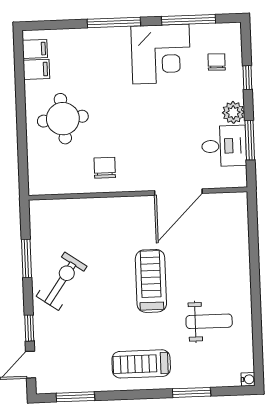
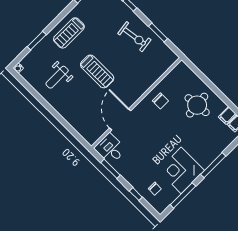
plant: (233, 112) -> (128, 174), removed
desk: (224, 146) -> (110, 149), moved, turned 90
exercise bike: (62, 281) -> (134, 37), turned -43
treadmill: (141, 364) -> (69, 33), turned 180

